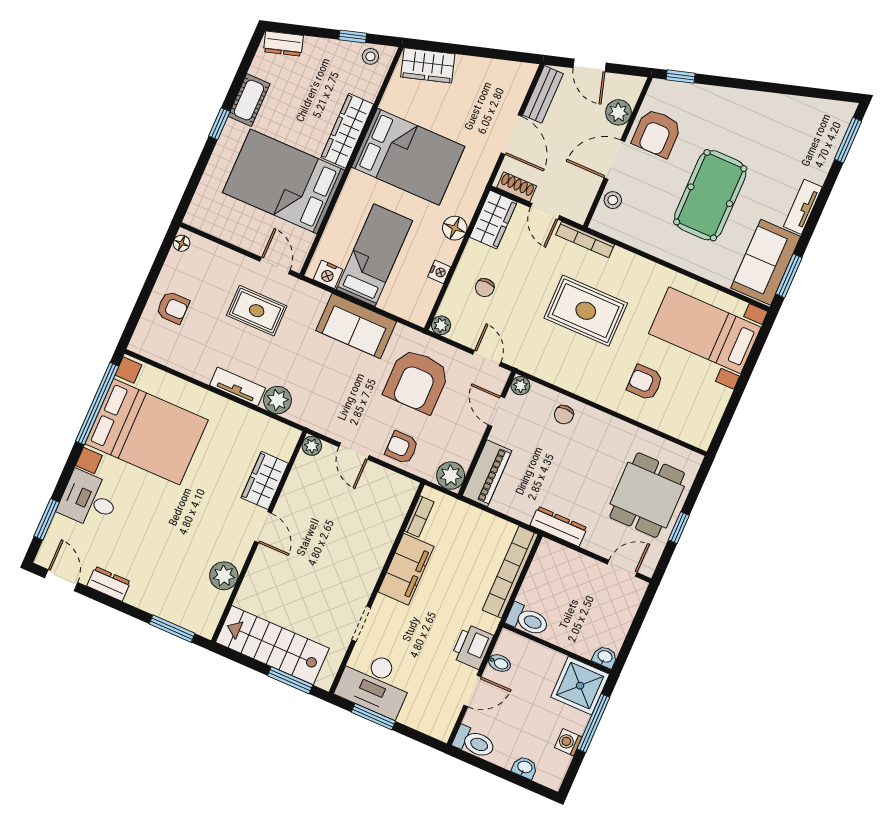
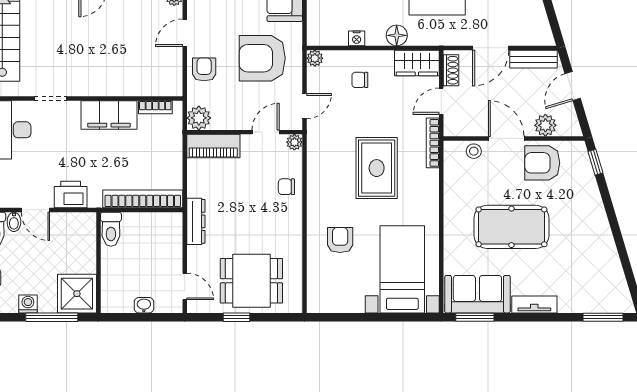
washbasin: (605, 657) -> (144, 305), moved, turned -90
bidet: (500, 663) -> (14, 222), moved

